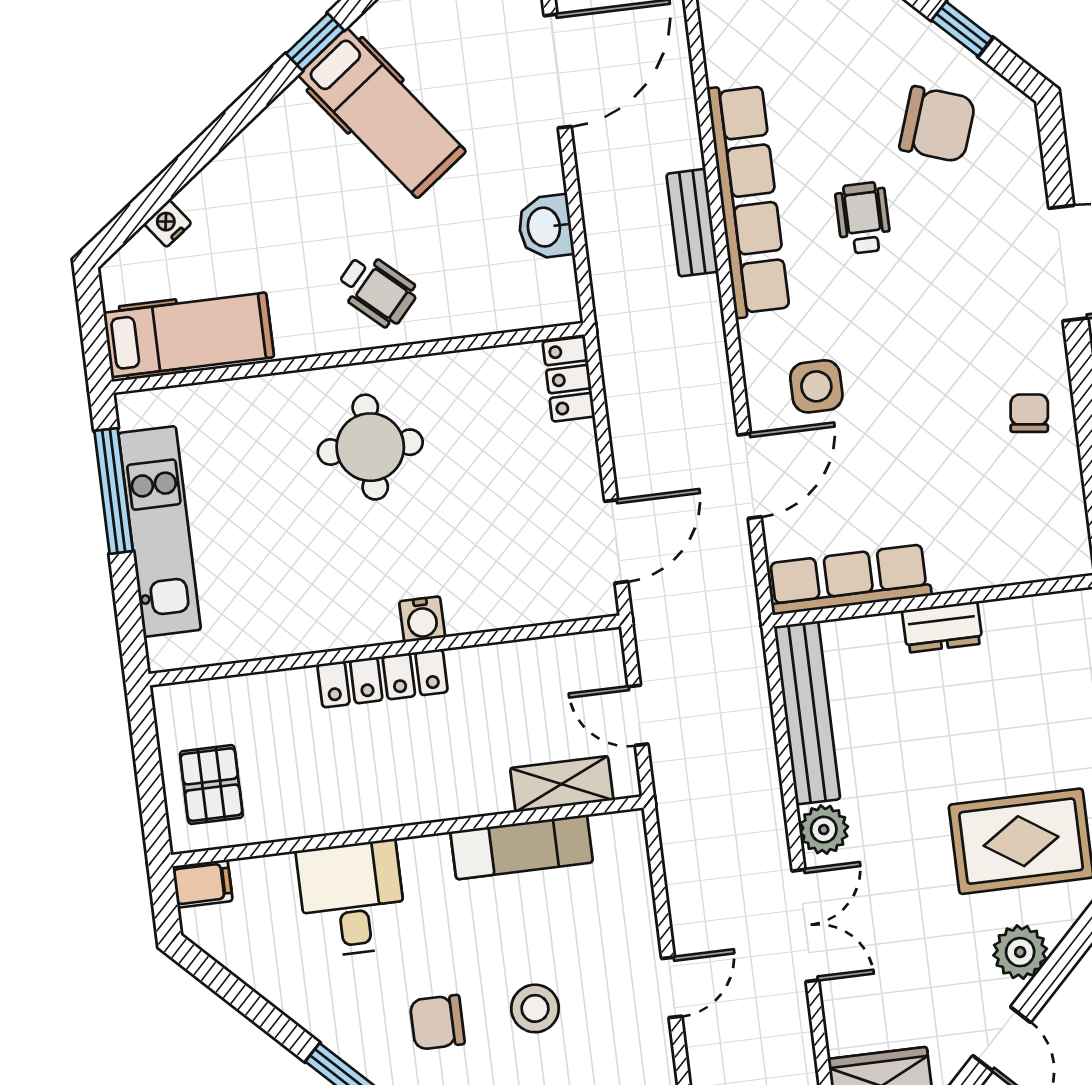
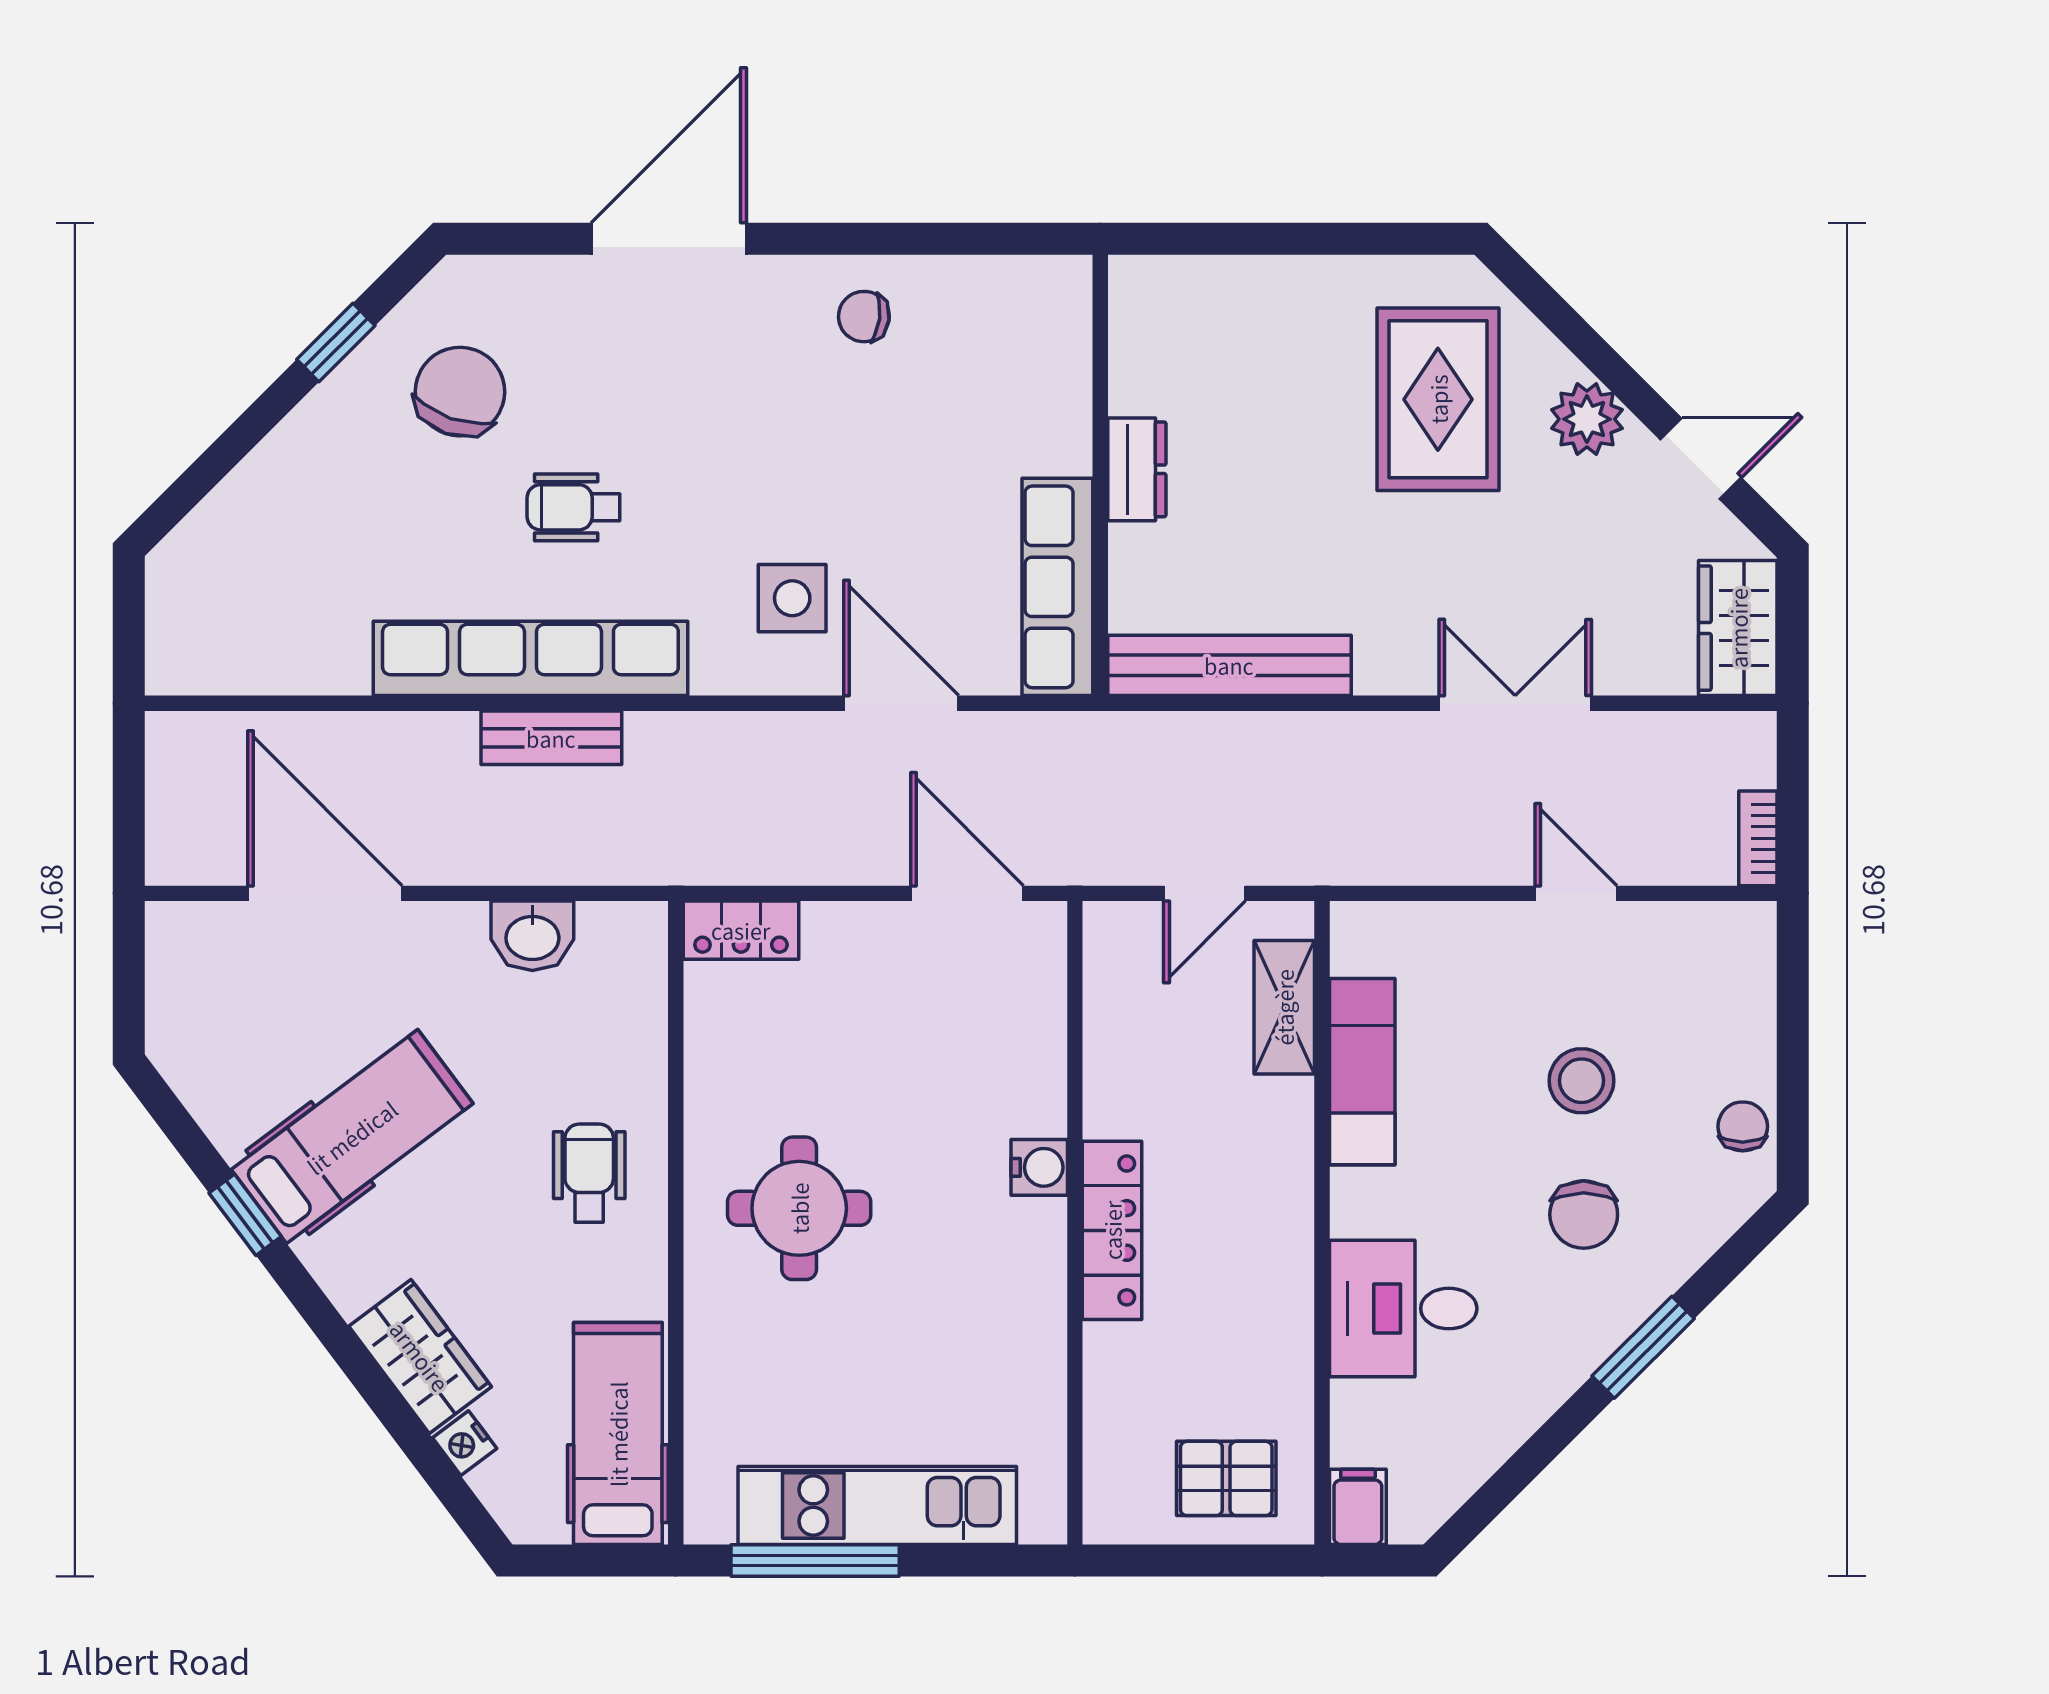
wardrobe: (227, 183) -> (420, 1356), added
wheelchair: (377, 290) -> (589, 1173), turned -42
plant: (824, 830) -> (1389, 663), removed

